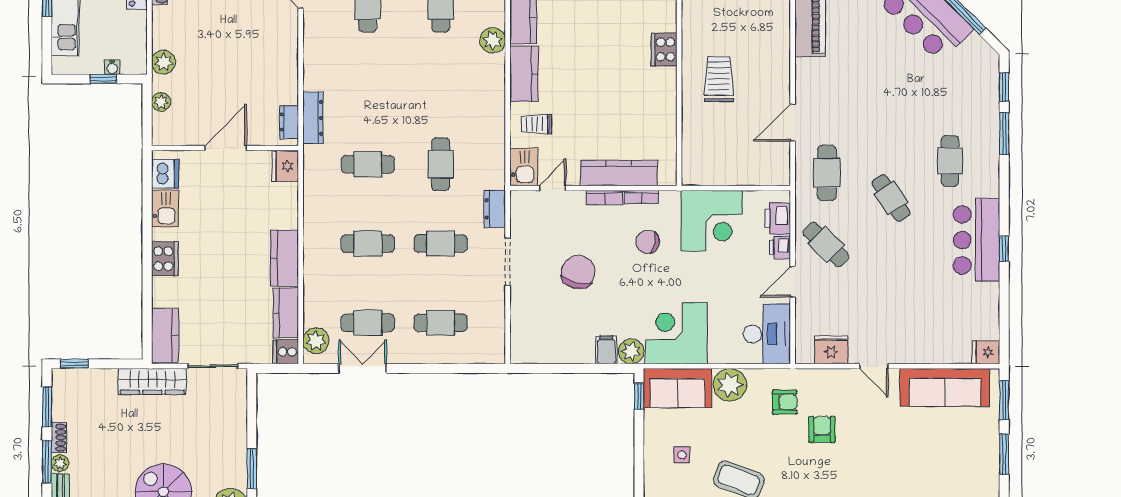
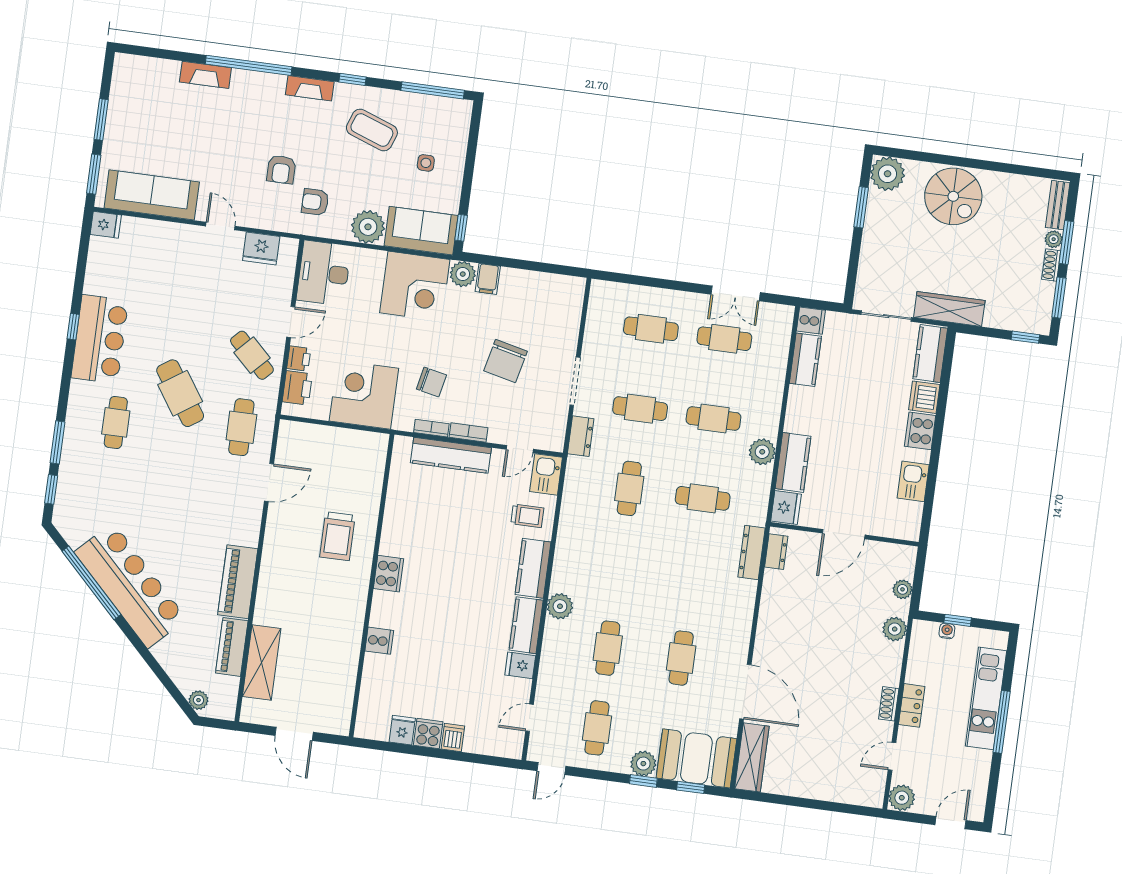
dishwasher: (165, 174) -> (924, 397), moved
cafe table: (891, 198) -> (180, 393), width x1.37, depth x1.35
kitchen counter: (284, 258) -> (793, 462), moved
plant: (316, 341) -> (762, 452), moved

